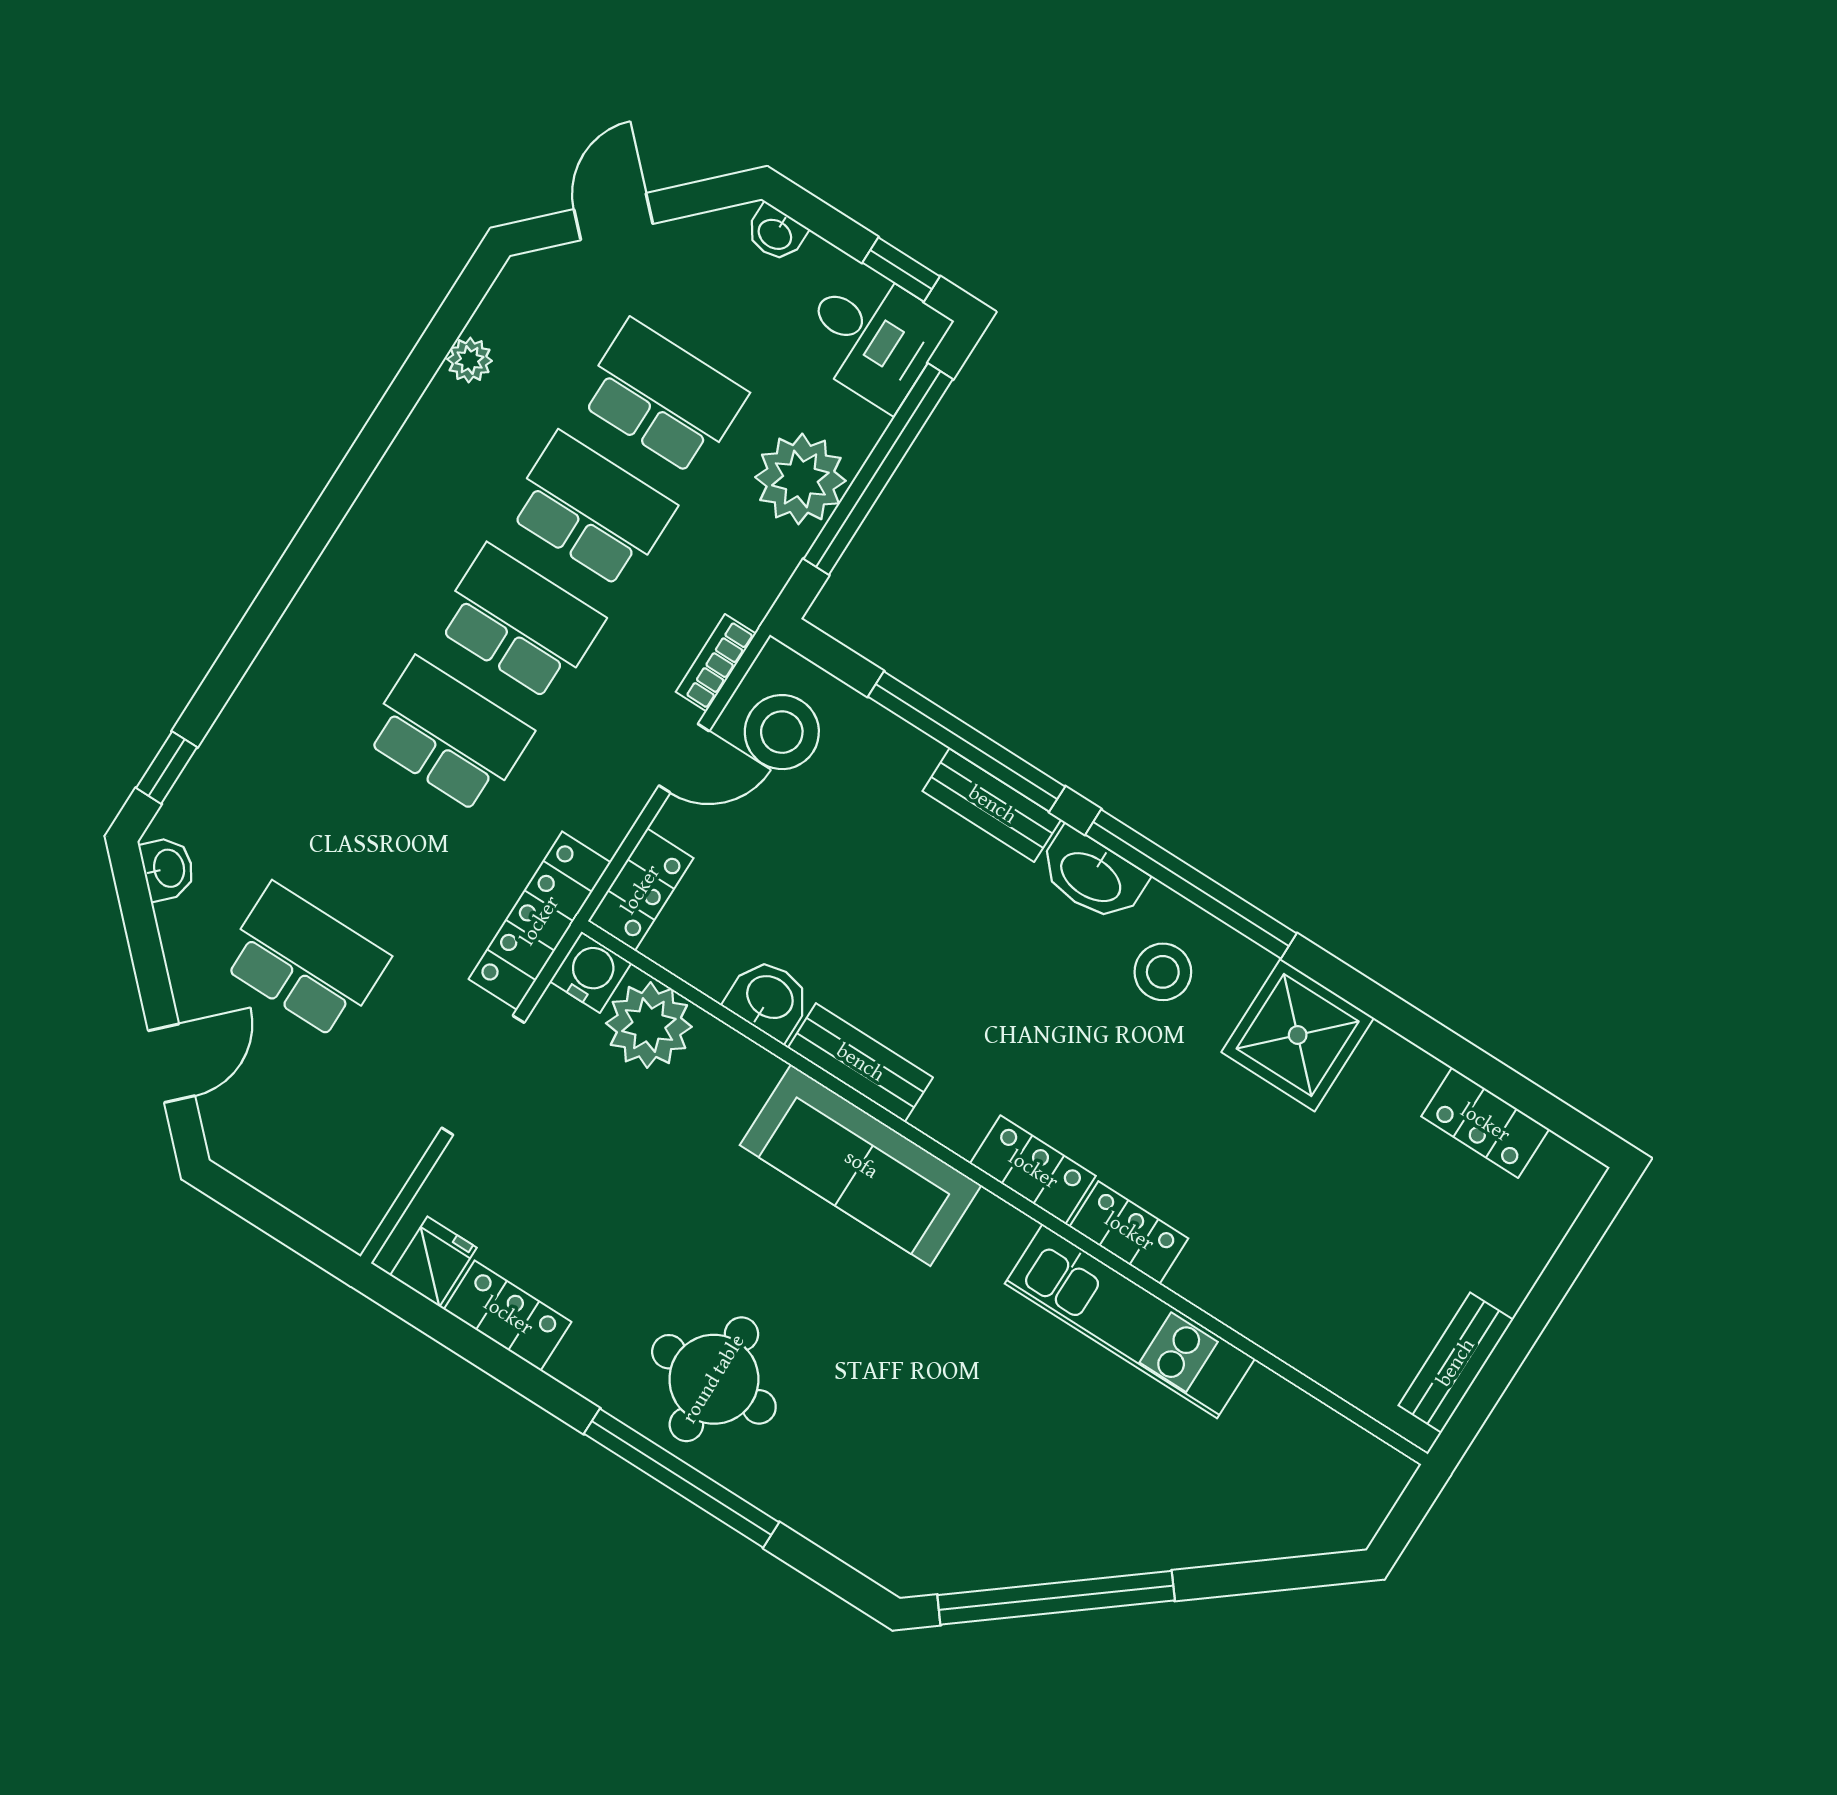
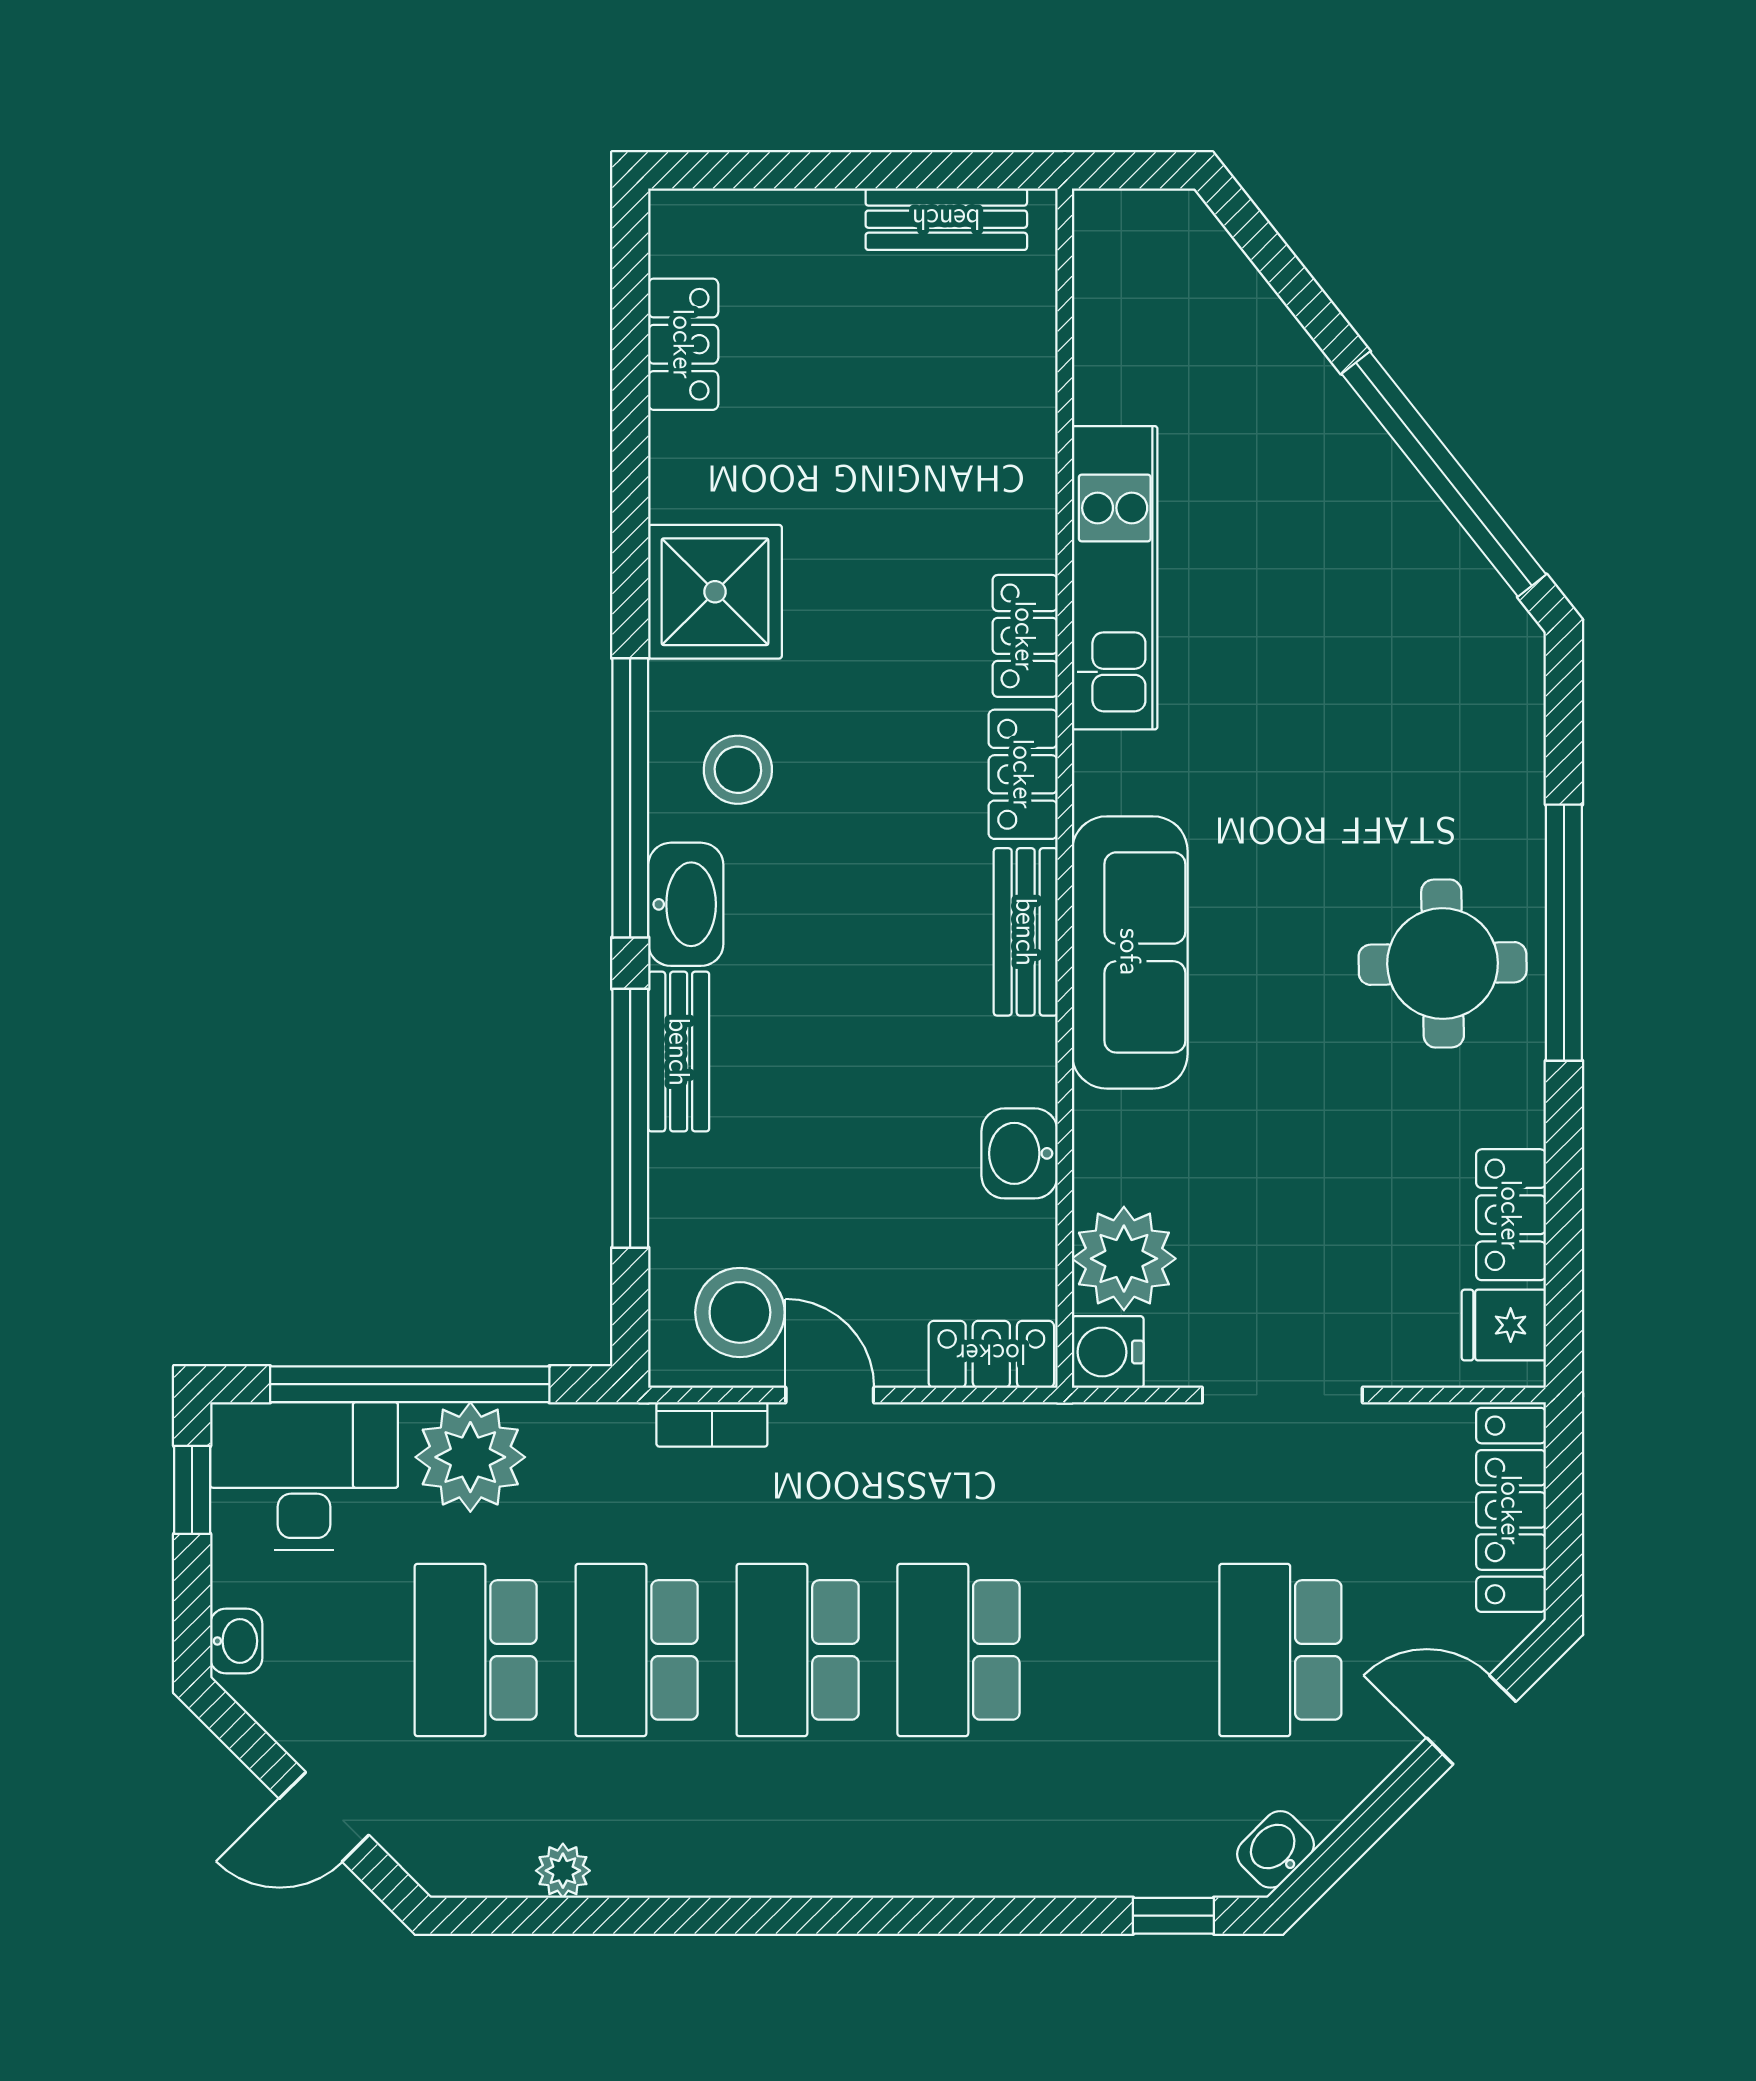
desk: (872, 336) -> (304, 1476), width x1.37
locker: (540, 921) -> (1511, 1510), moved, turned 90
bench: (860, 1063) -> (1026, 932), moved

